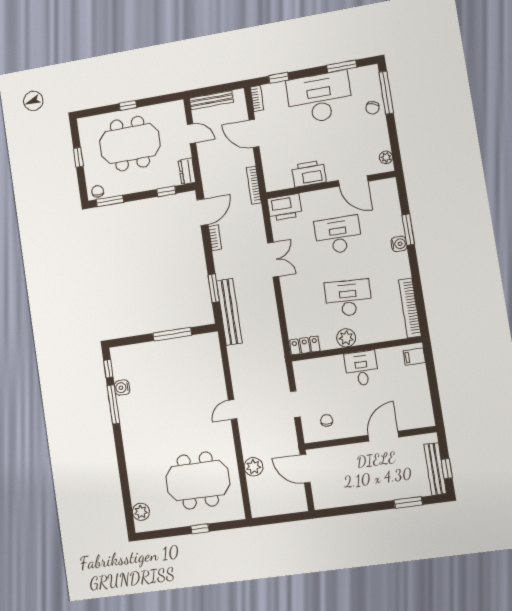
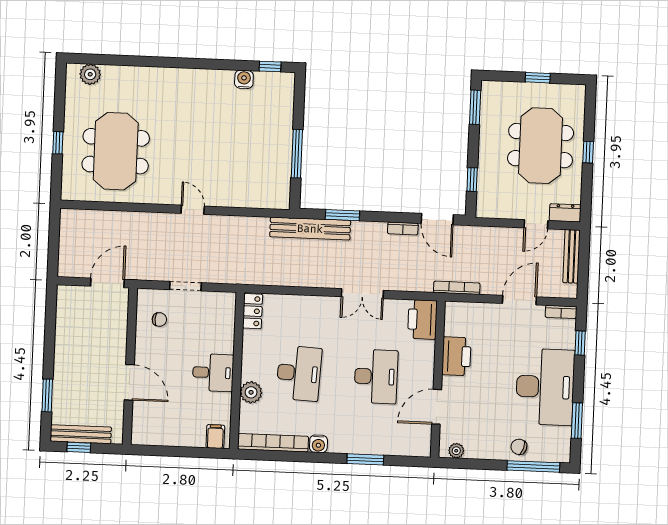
dresser: (187, 171) -> (565, 213), moved
chair: (98, 191) -> (490, 94), removed
water cooler: (399, 244) -> (318, 444), moved
plant: (346, 338) -> (251, 392), moved
window: (113, 404) -> (226, 65), removed
plant: (254, 467) -> (120, 222), removed

